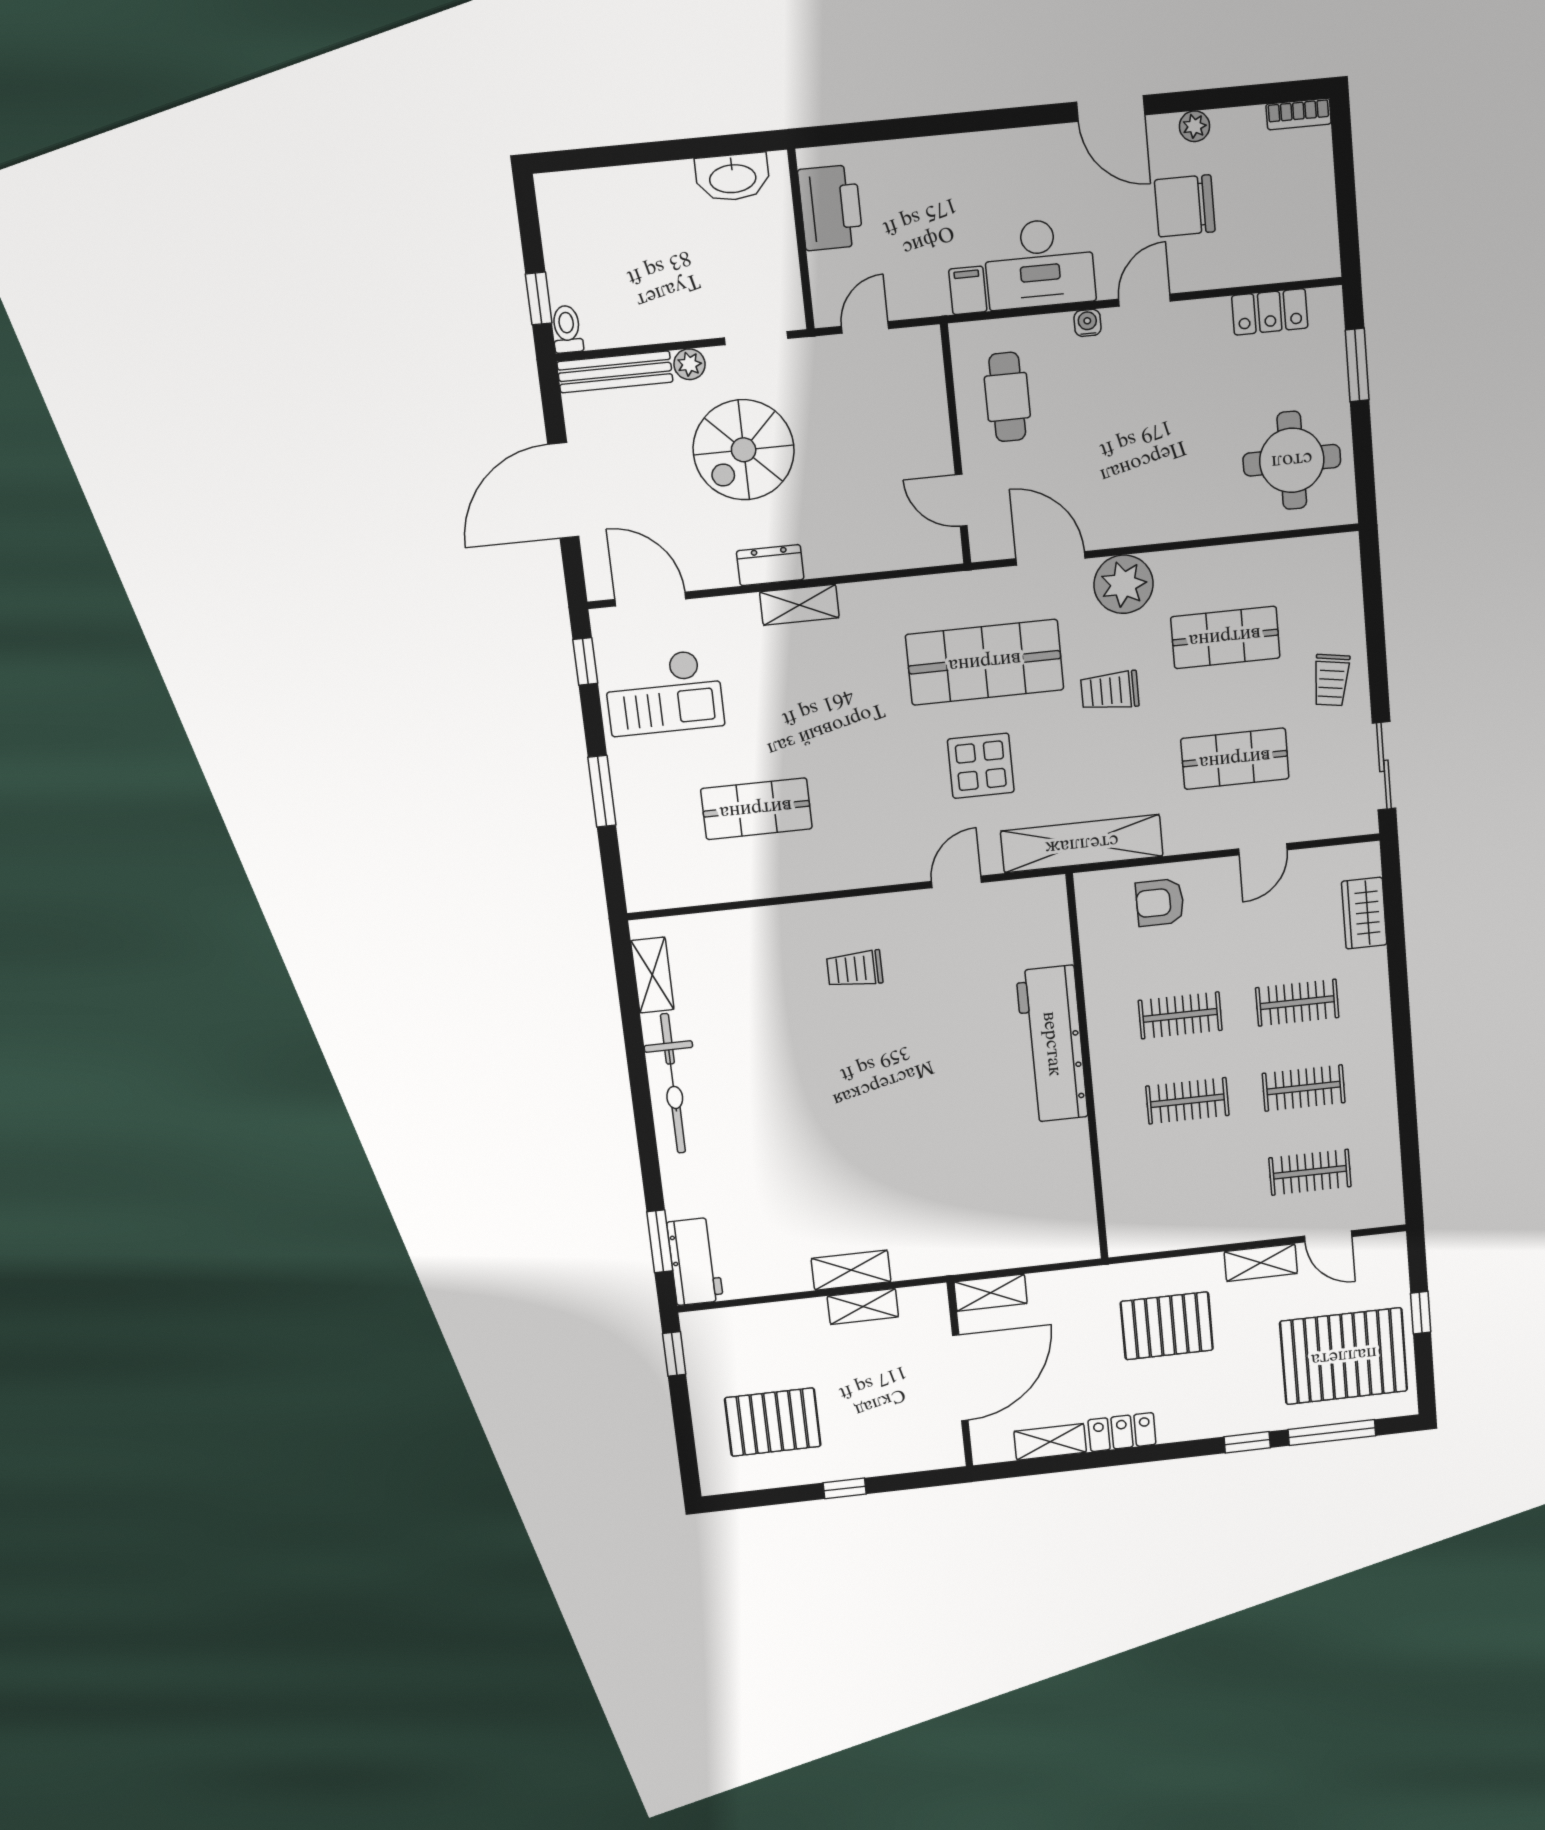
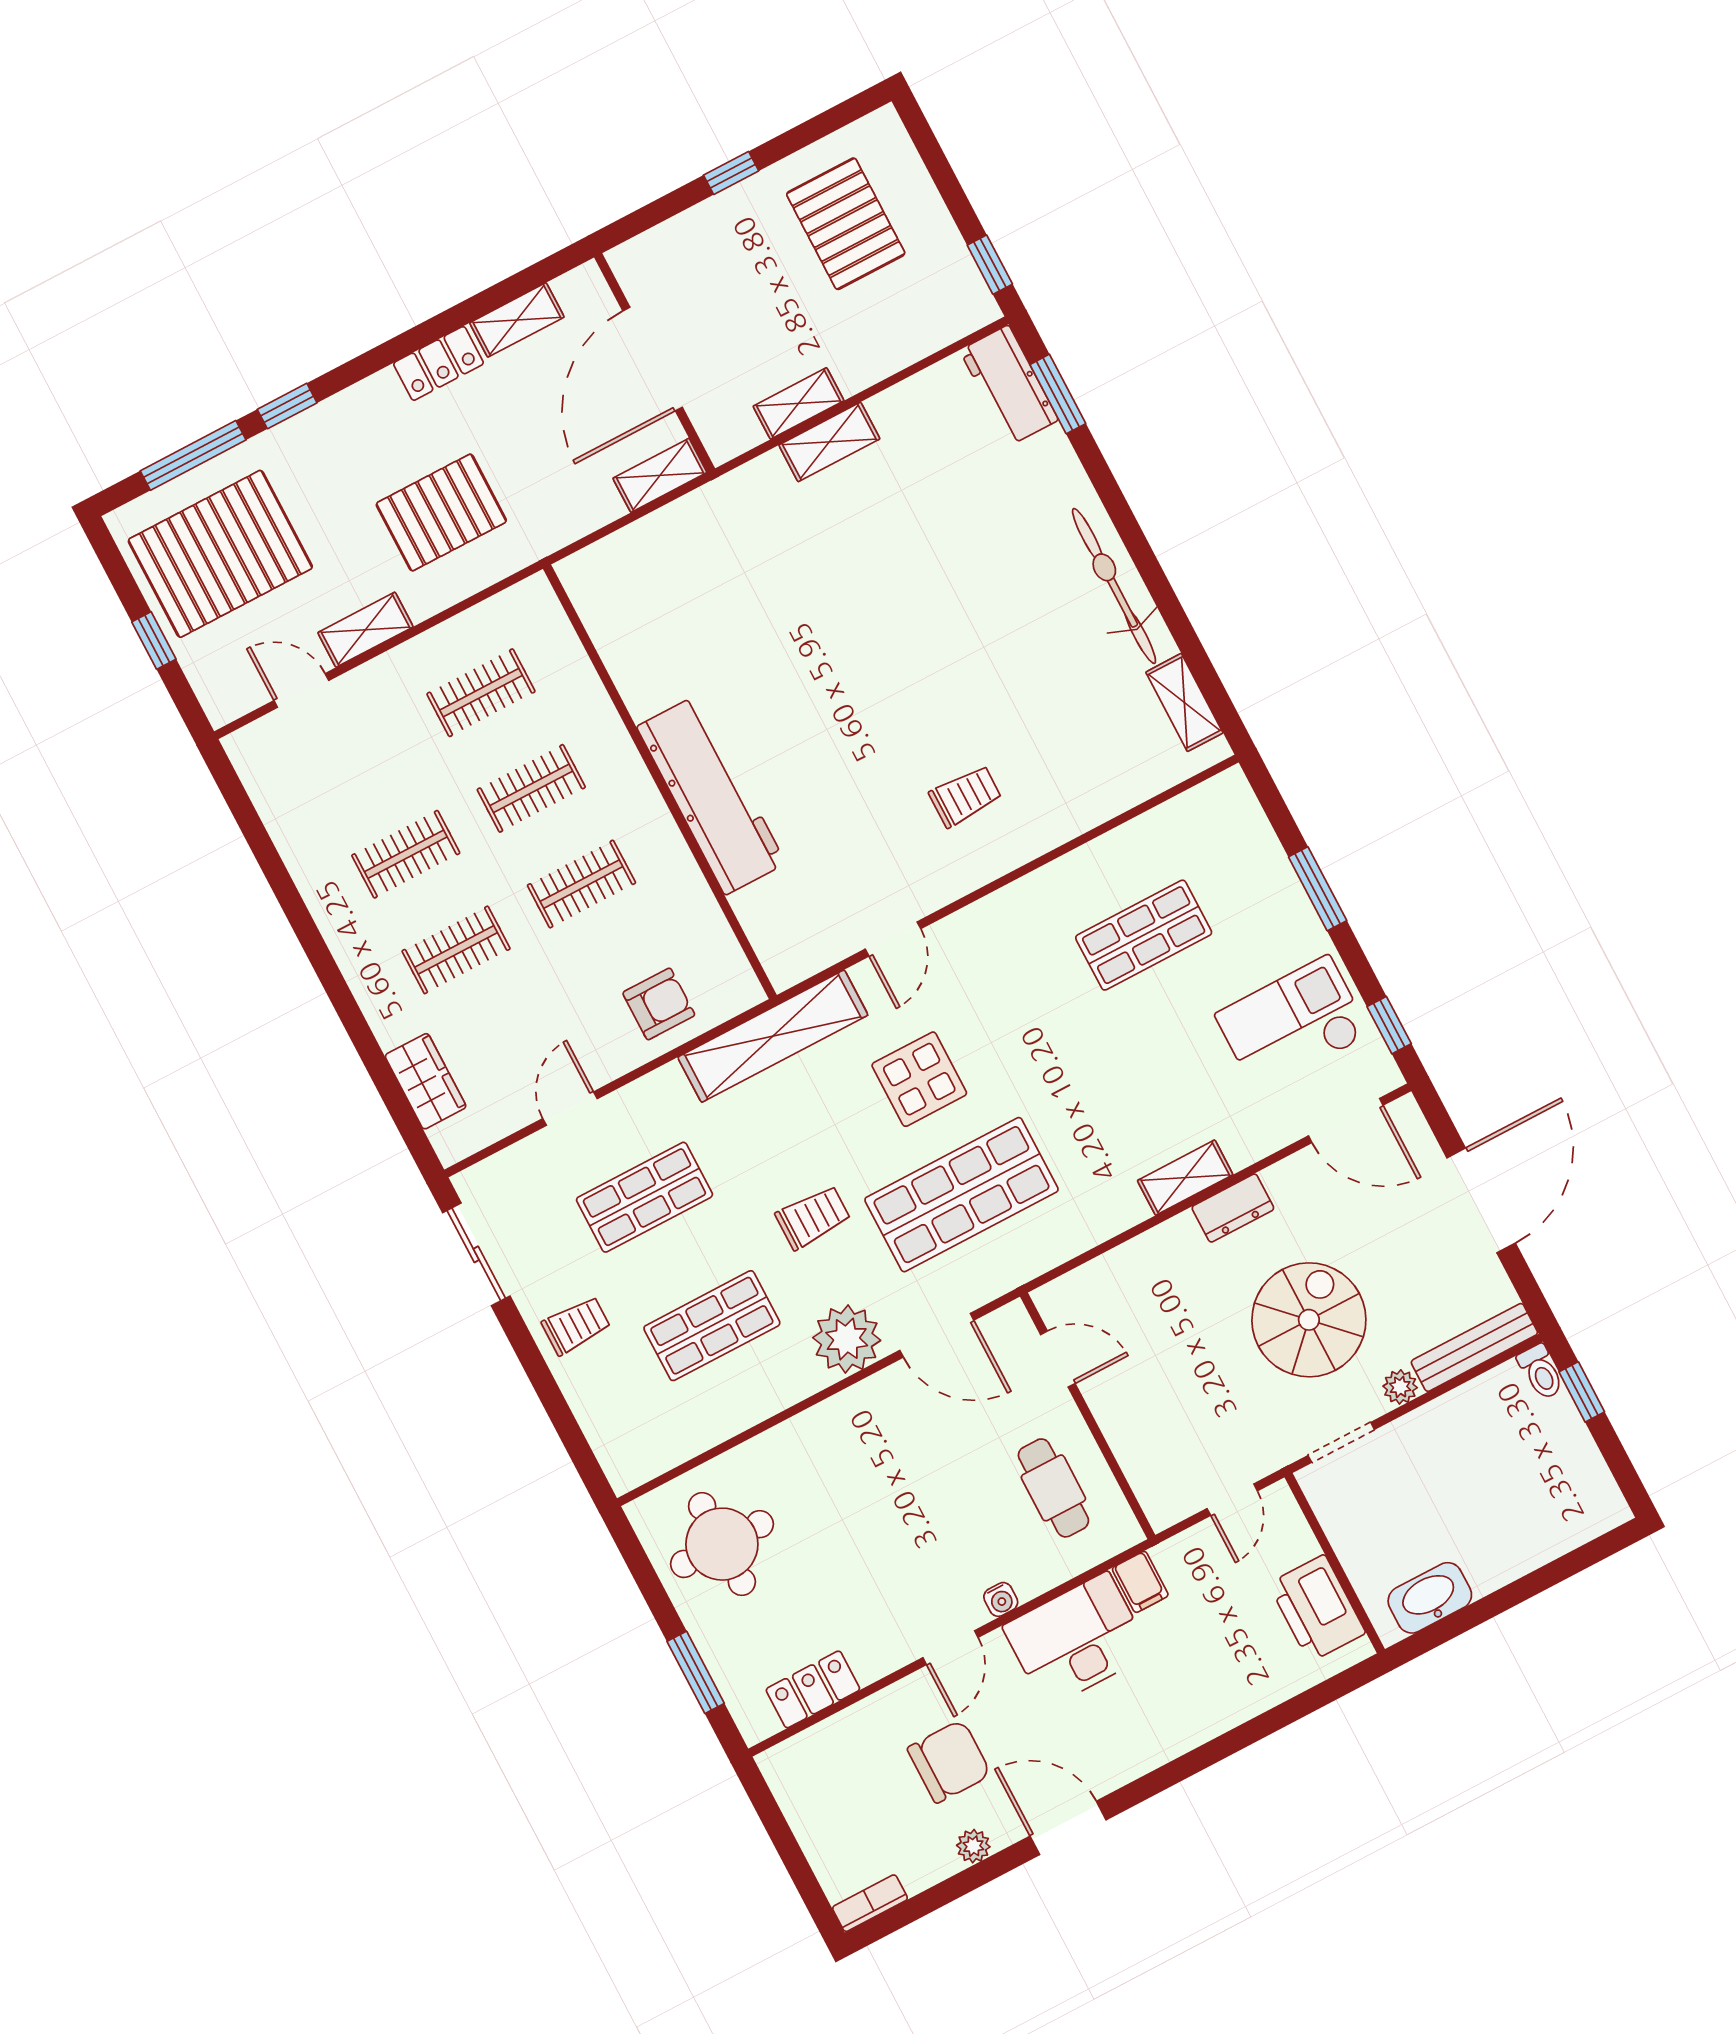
trolley: (1331, 680) -> (576, 1326), turned 81
clothes rail: (1310, 1172) -> (481, 693), moved
pallet: (773, 1422) -> (846, 224), turned 90

